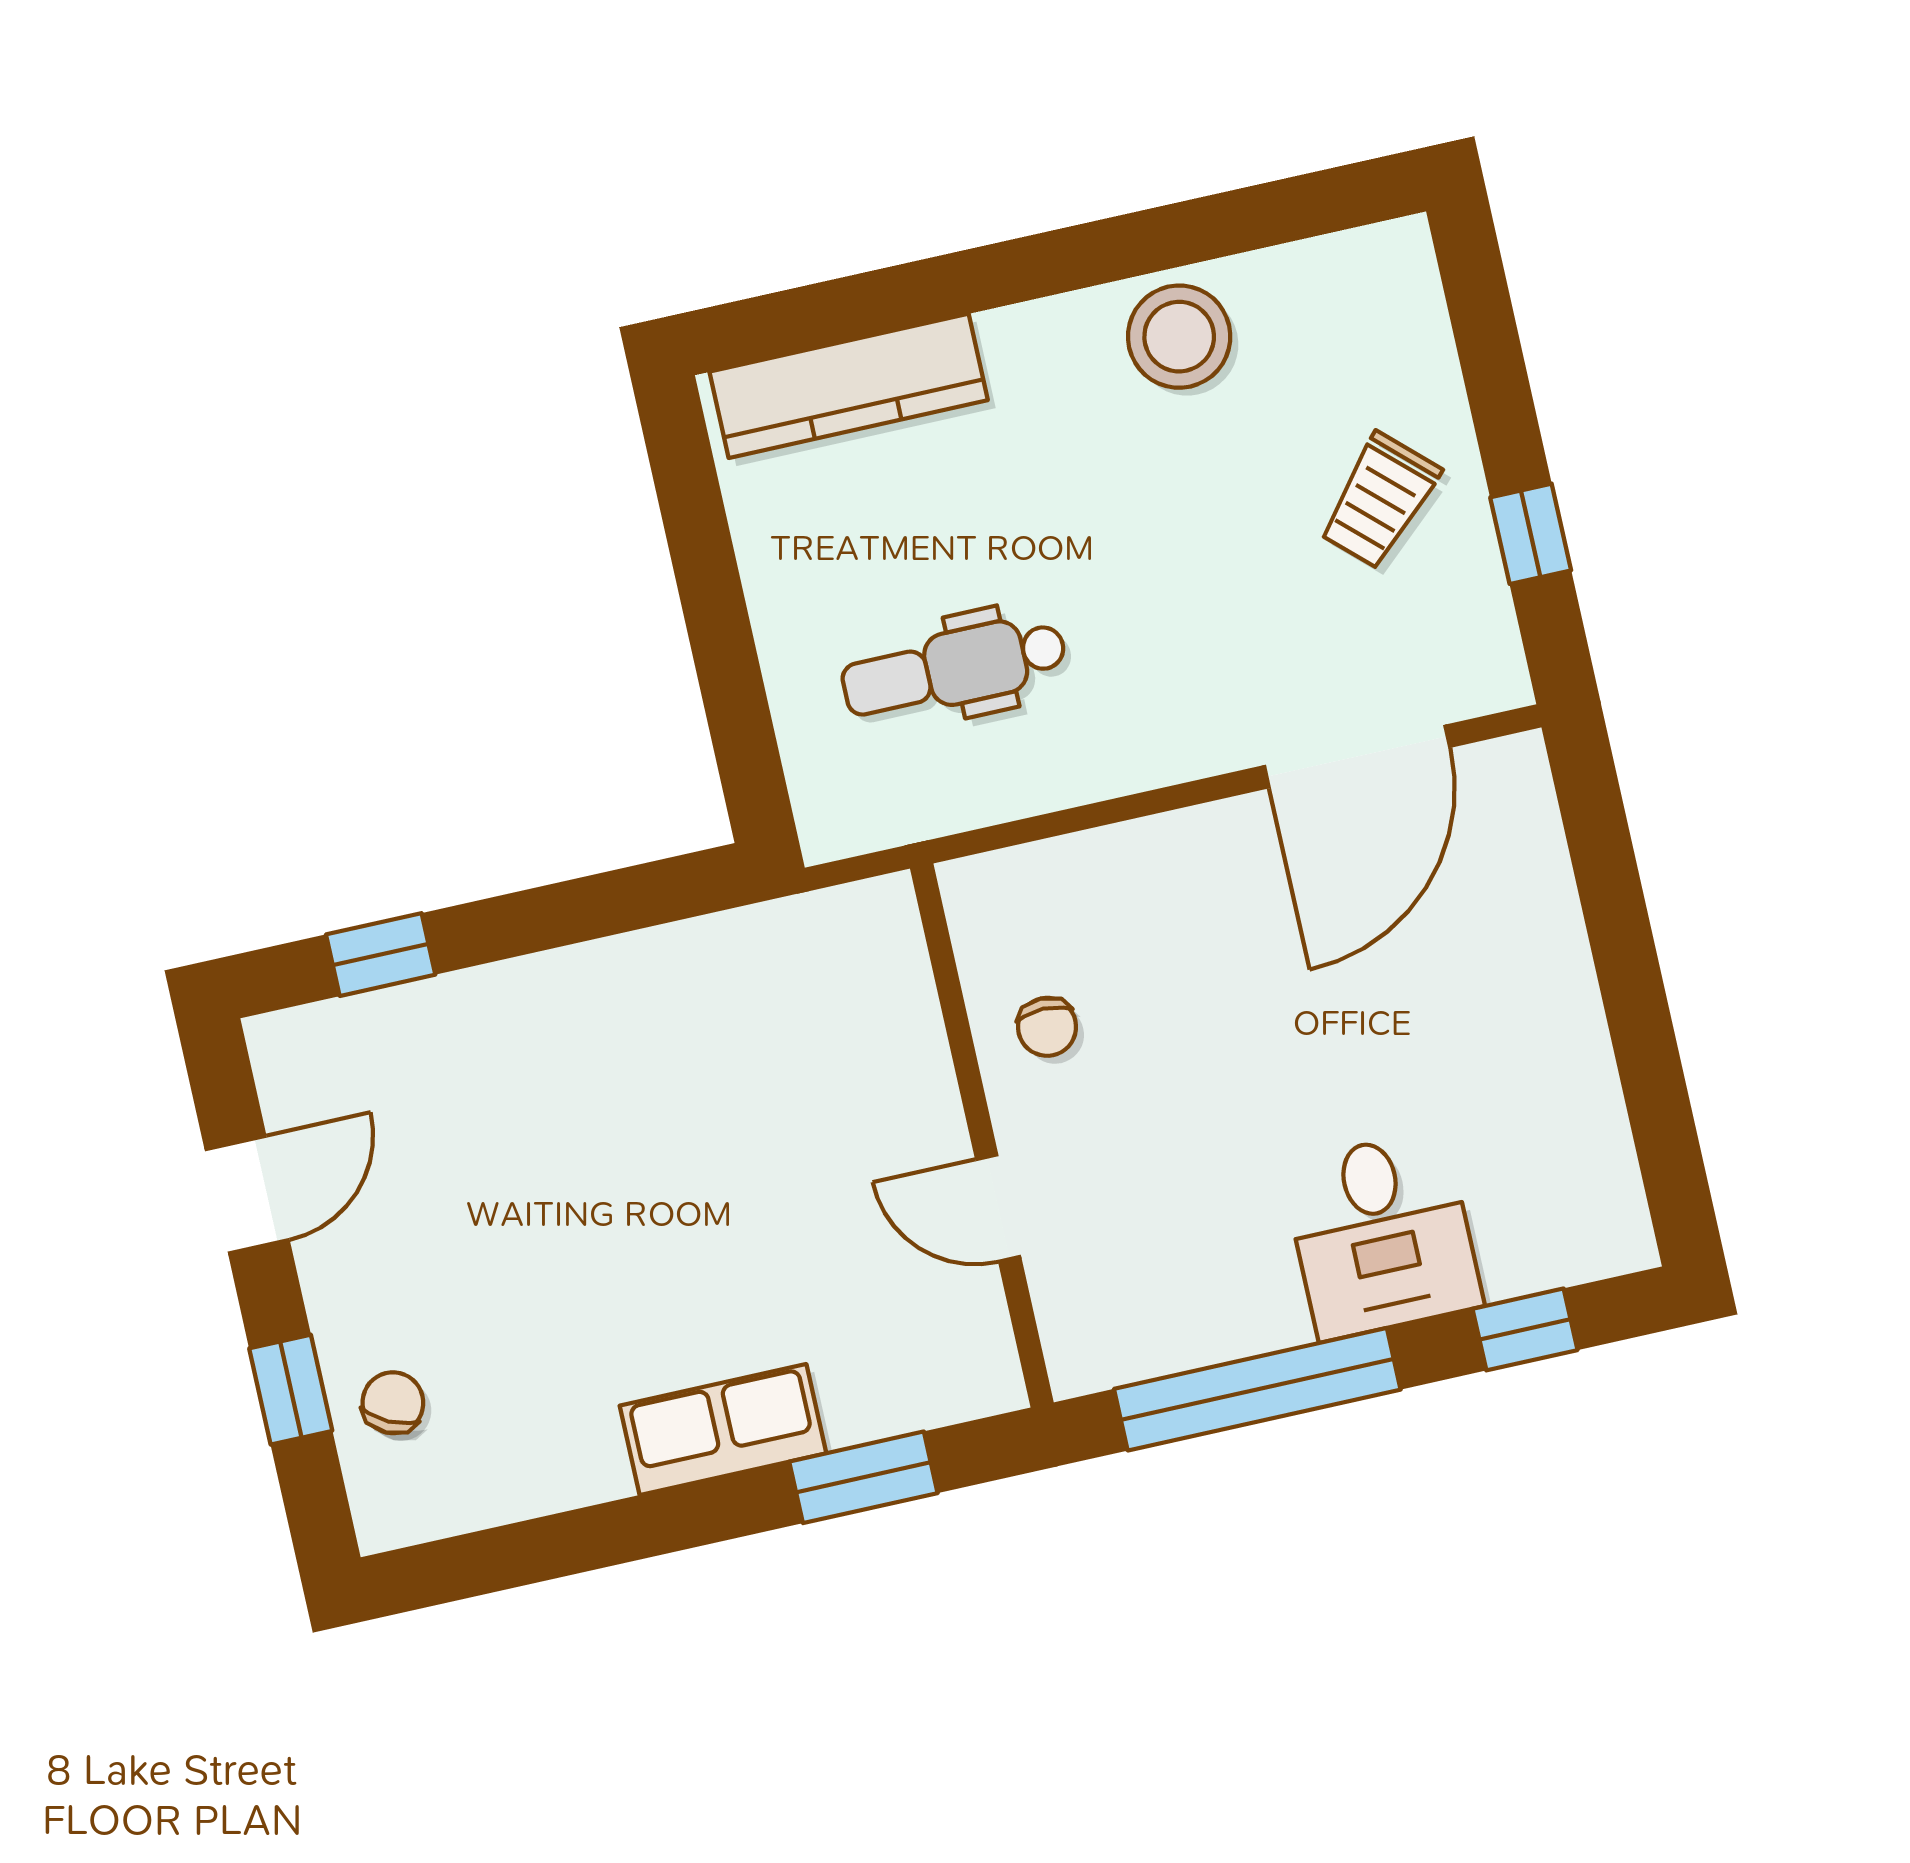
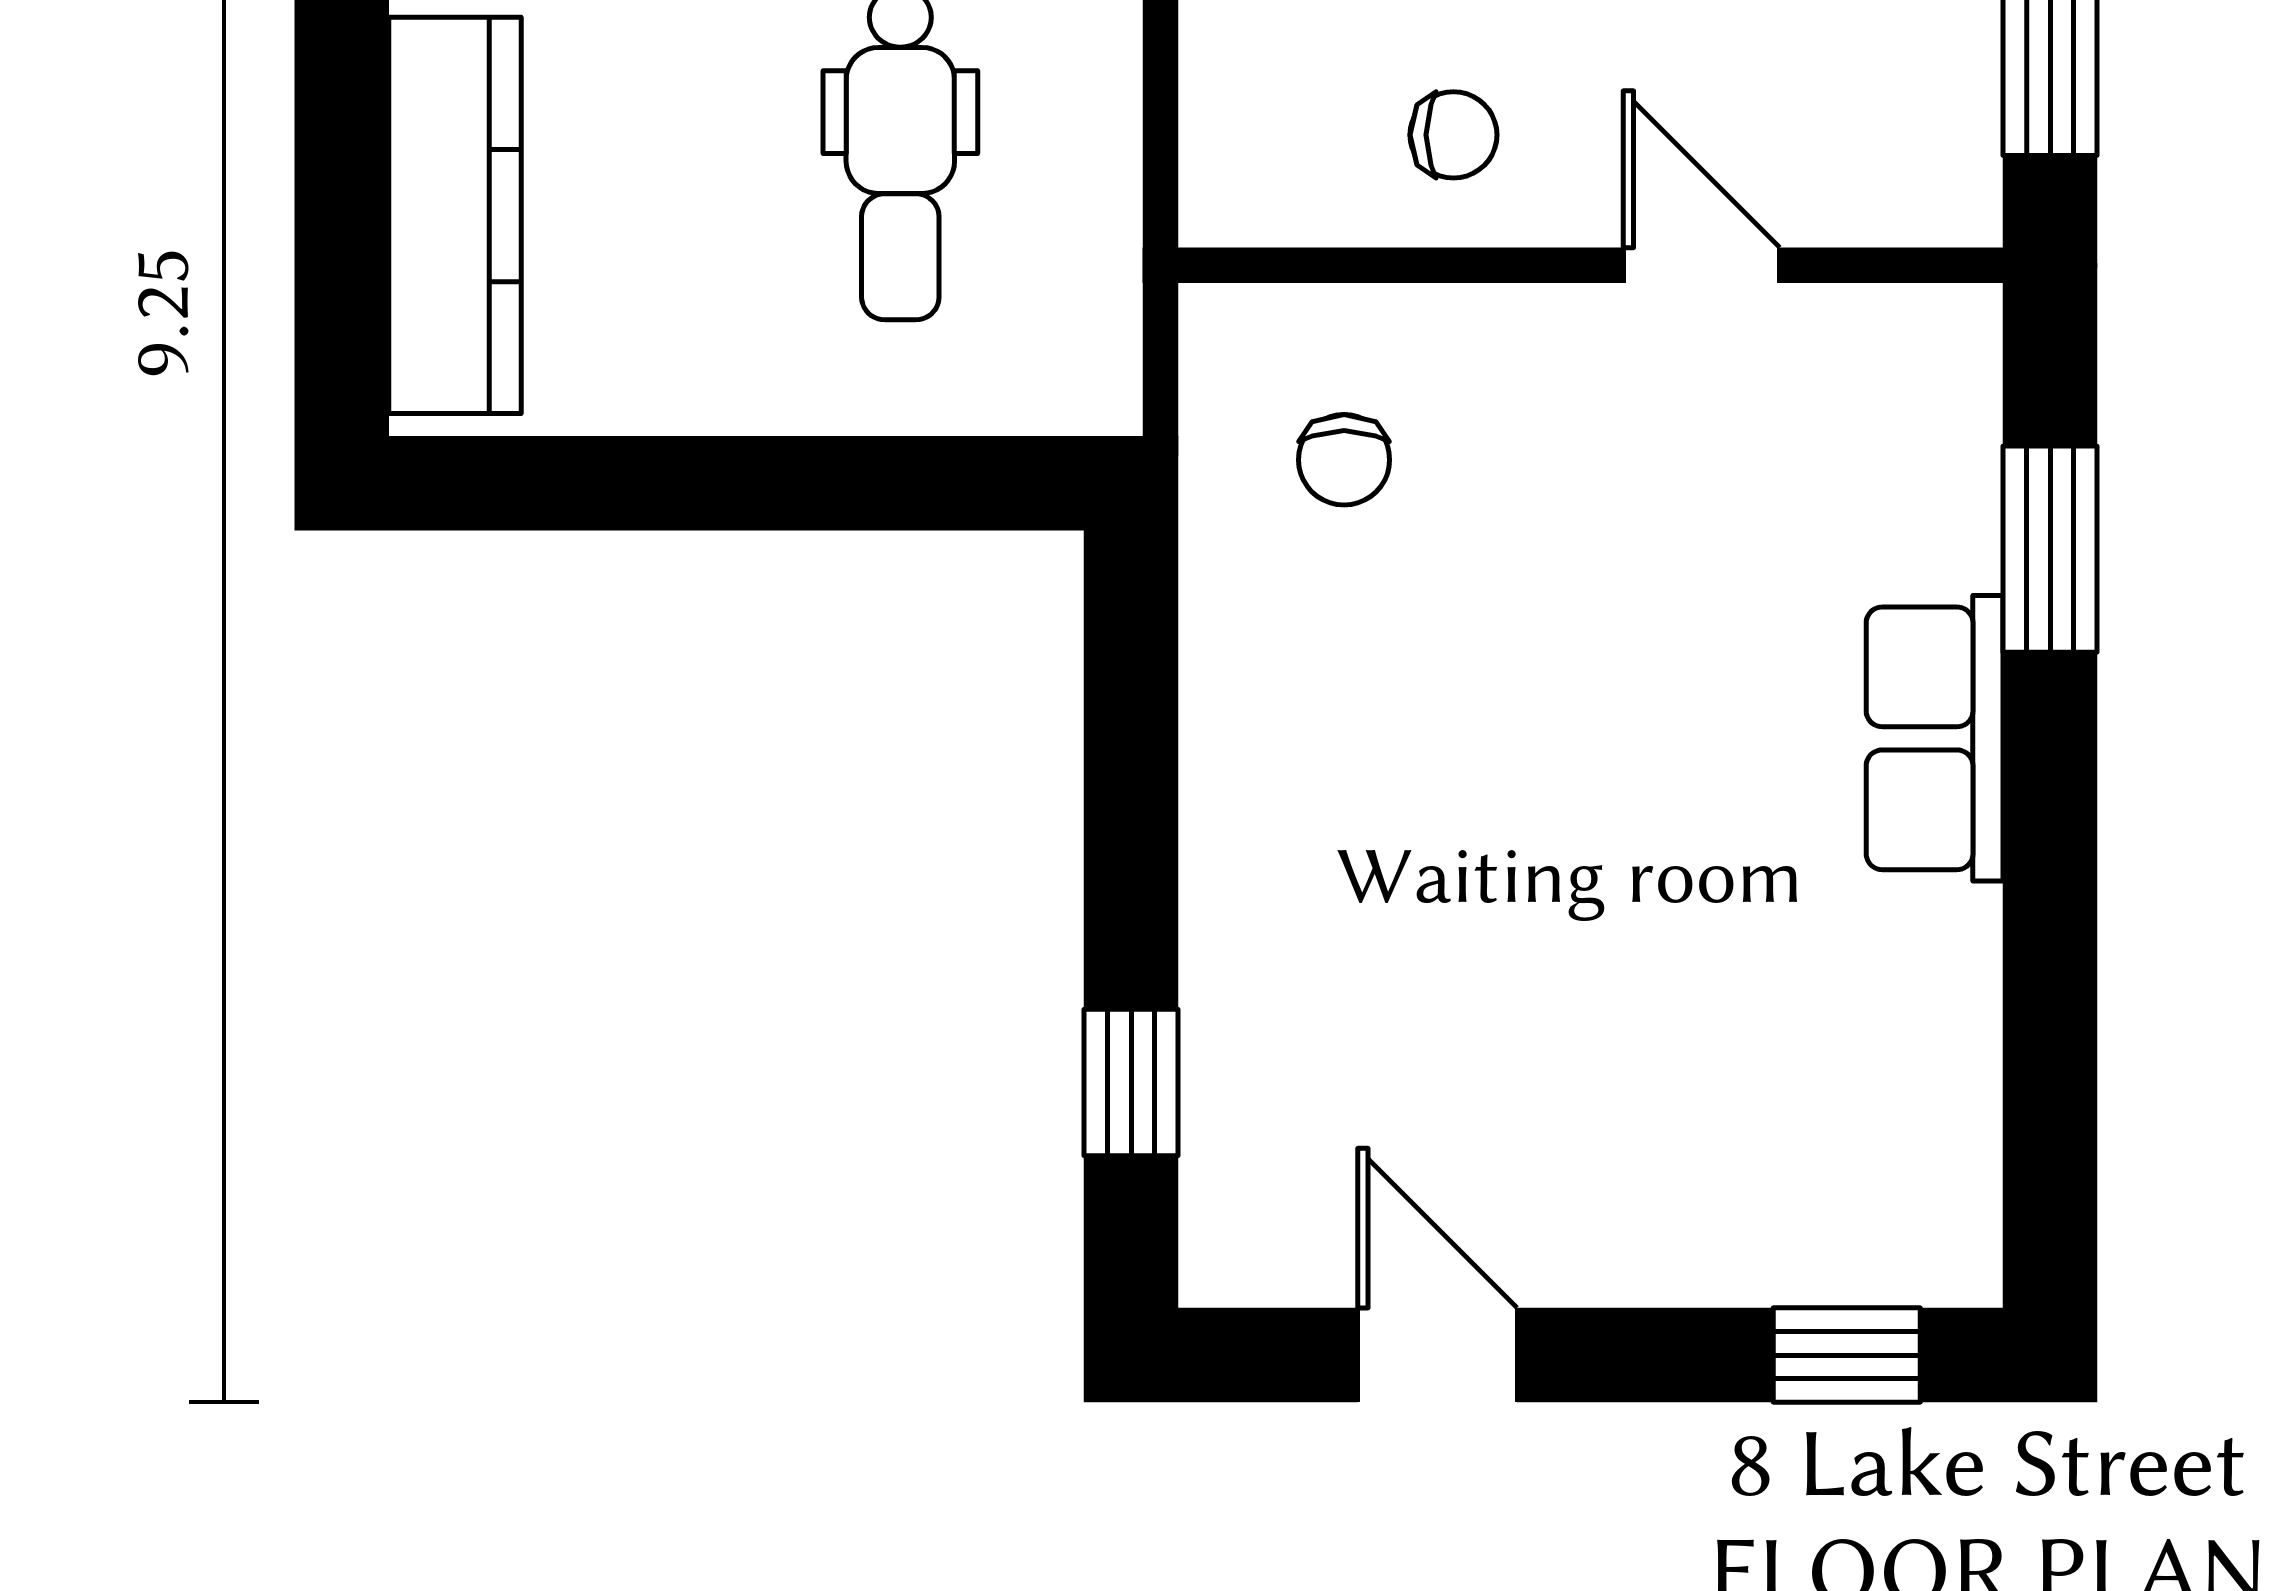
door: (998, 1208) -> (1702, 265), swing flipped
window: (291, 1390) -> (1847, 1355), moved
chair: (393, 1403) -> (1344, 460), moved, turned -116

